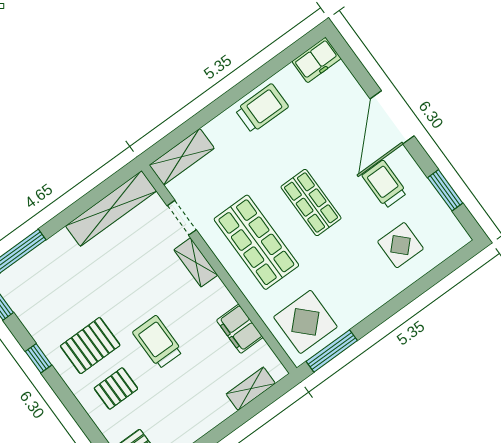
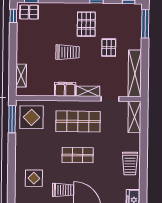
filing cabinet: (240, 329) -> (65, 89), moved
pallet: (116, 388) -> (109, 48), moved

